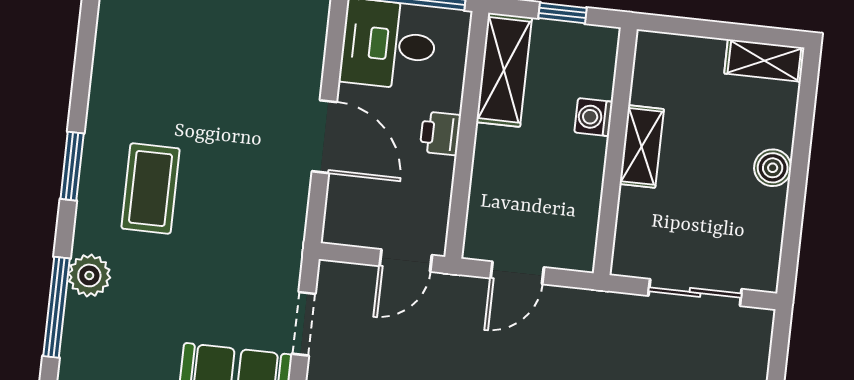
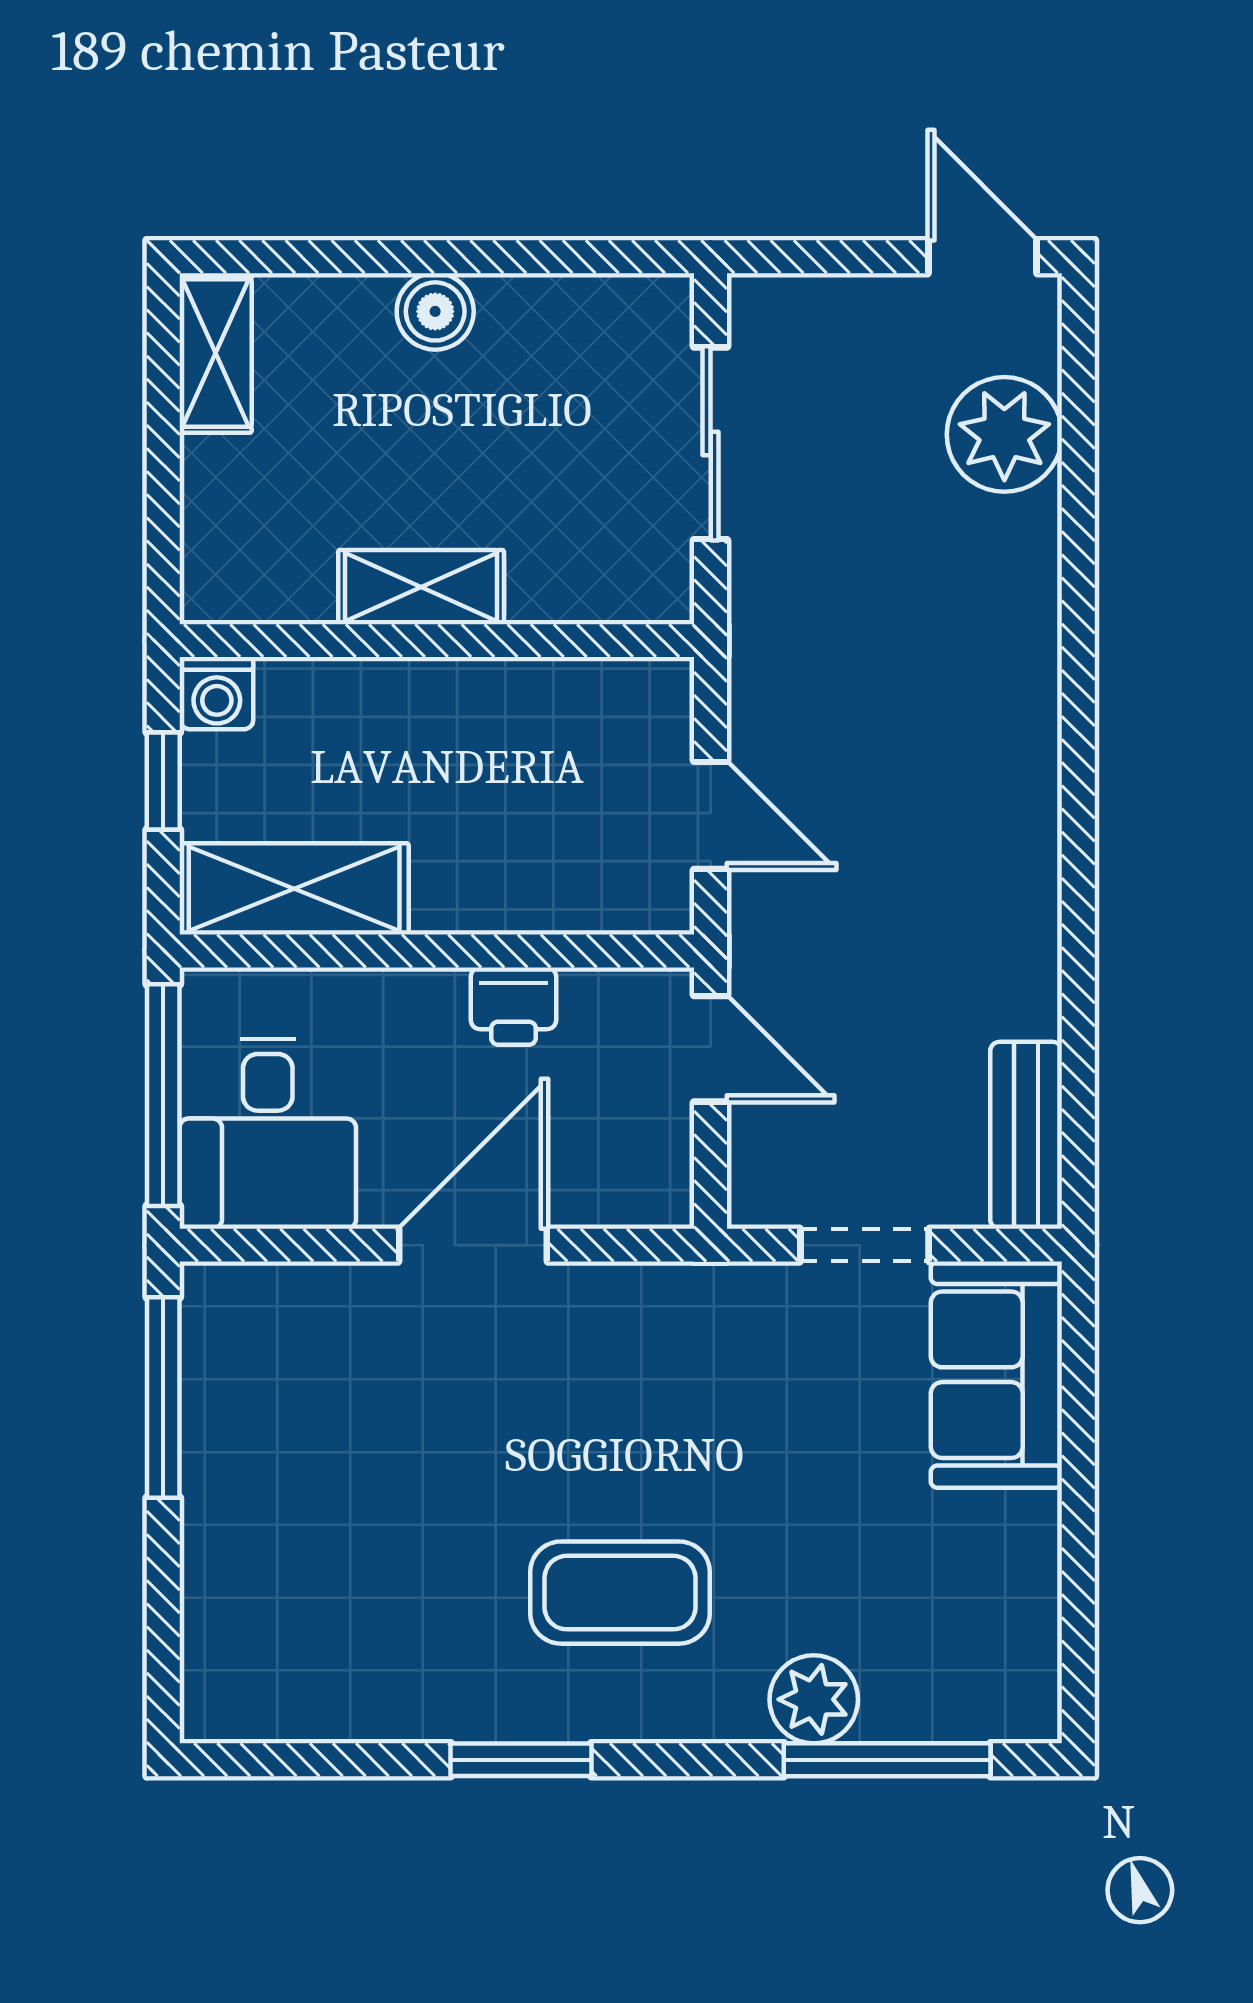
washing machine: (594, 117) -> (217, 693), moved
printer: (440, 133) -> (514, 1006), moved
window: (72, 166) -> (521, 1760), moved

